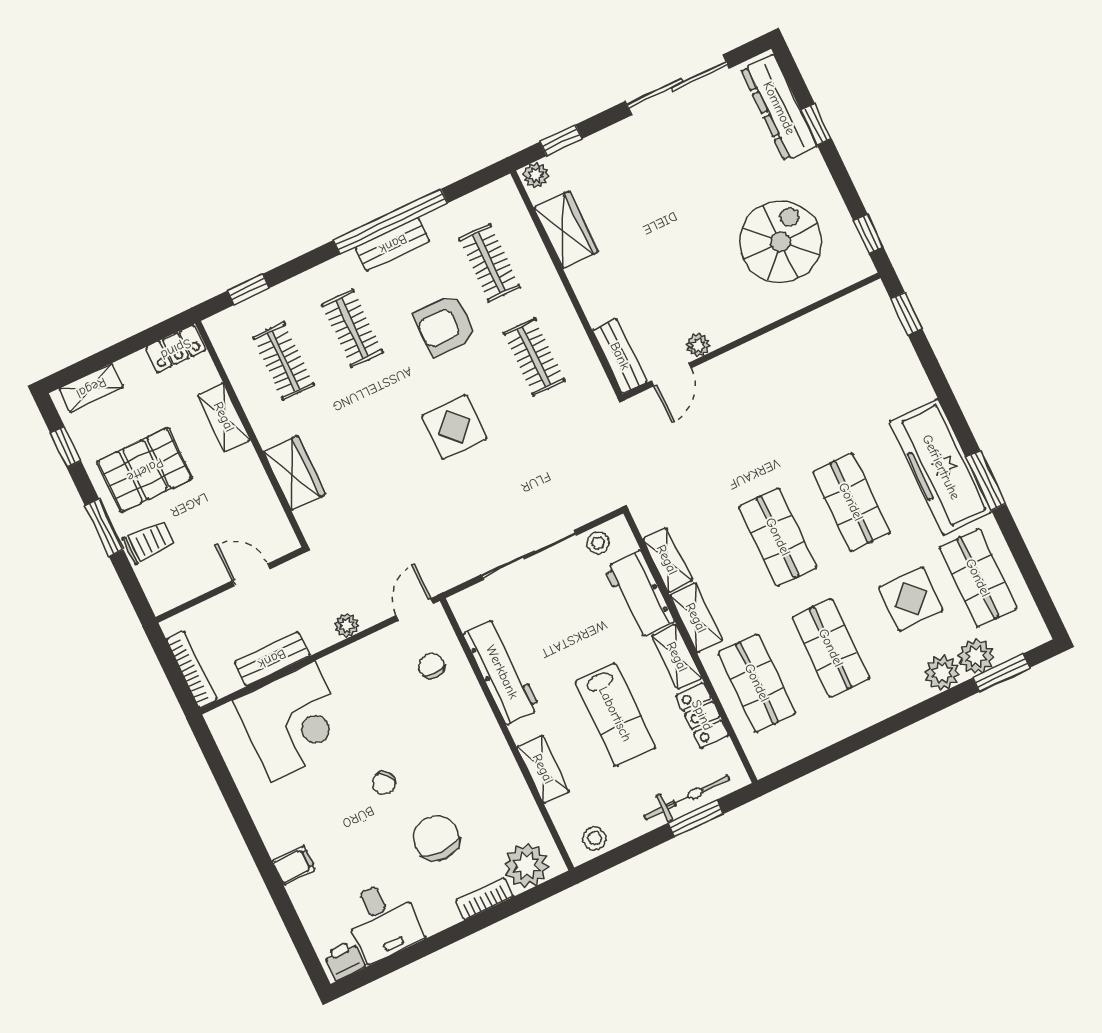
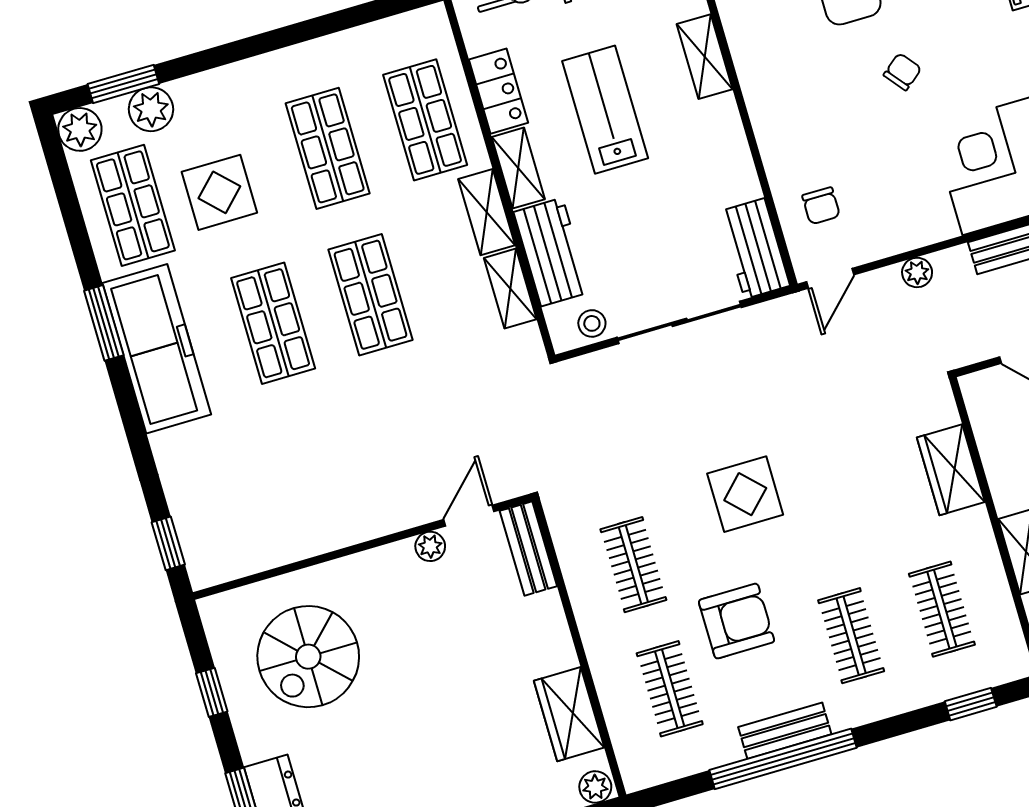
window: (868, 234) -> (212, 692), moved
workbench: (502, 672) -> (754, 249), moved, width x0.73
plant: (942, 673) -> (80, 129), moved

